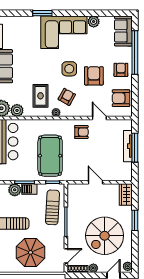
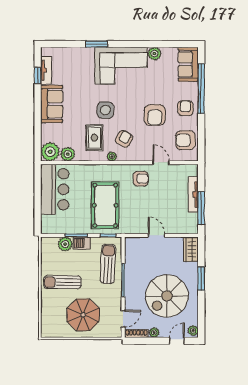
side table: (69, 69) -> (105, 110), moved
armchair: (94, 76) -> (155, 115), turned 180
window: (135, 148) -> (201, 208), moved

